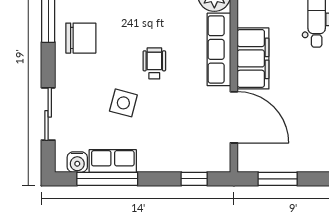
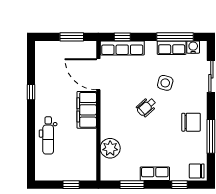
chair: (81, 38) -> (191, 122), turned 180
row of seats: (219, 49) -> (122, 48), moved, turned 90
wheelchair: (154, 63) -> (146, 107), turned 48

